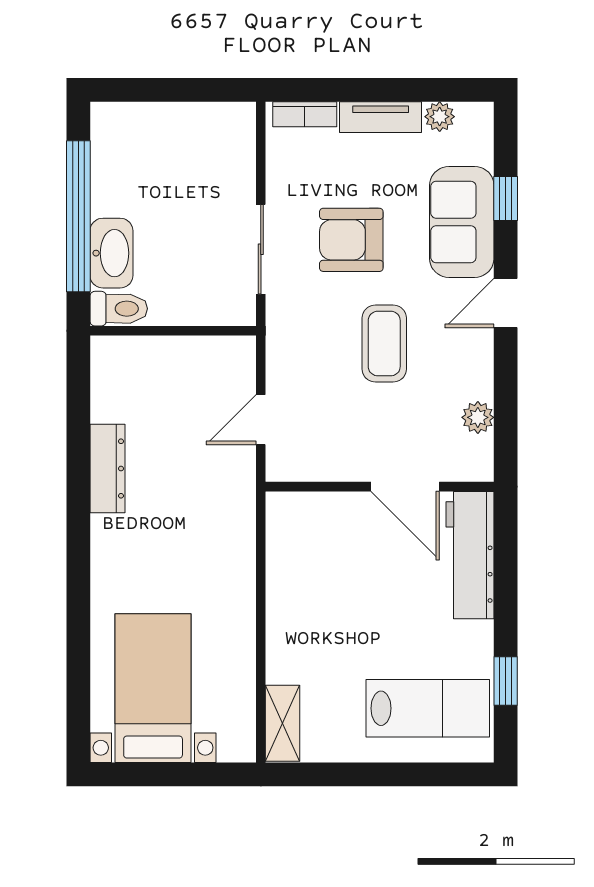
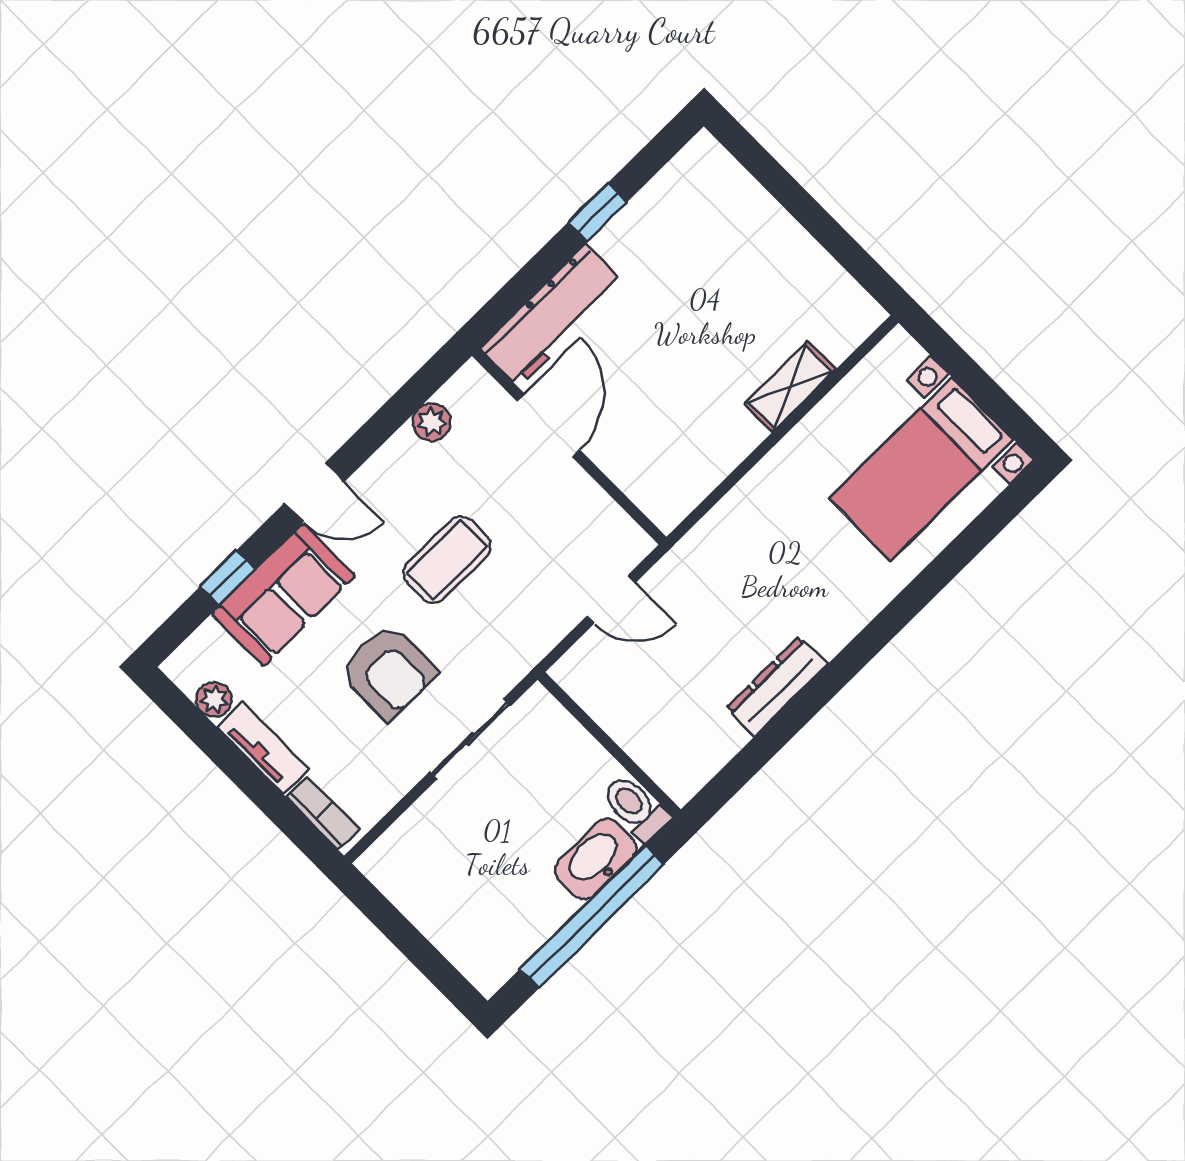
window: (506, 681) -> (597, 212), moved
lab bench: (428, 708) -> (713, 225), removed
shelving: (283, 723) -> (790, 387), moved

